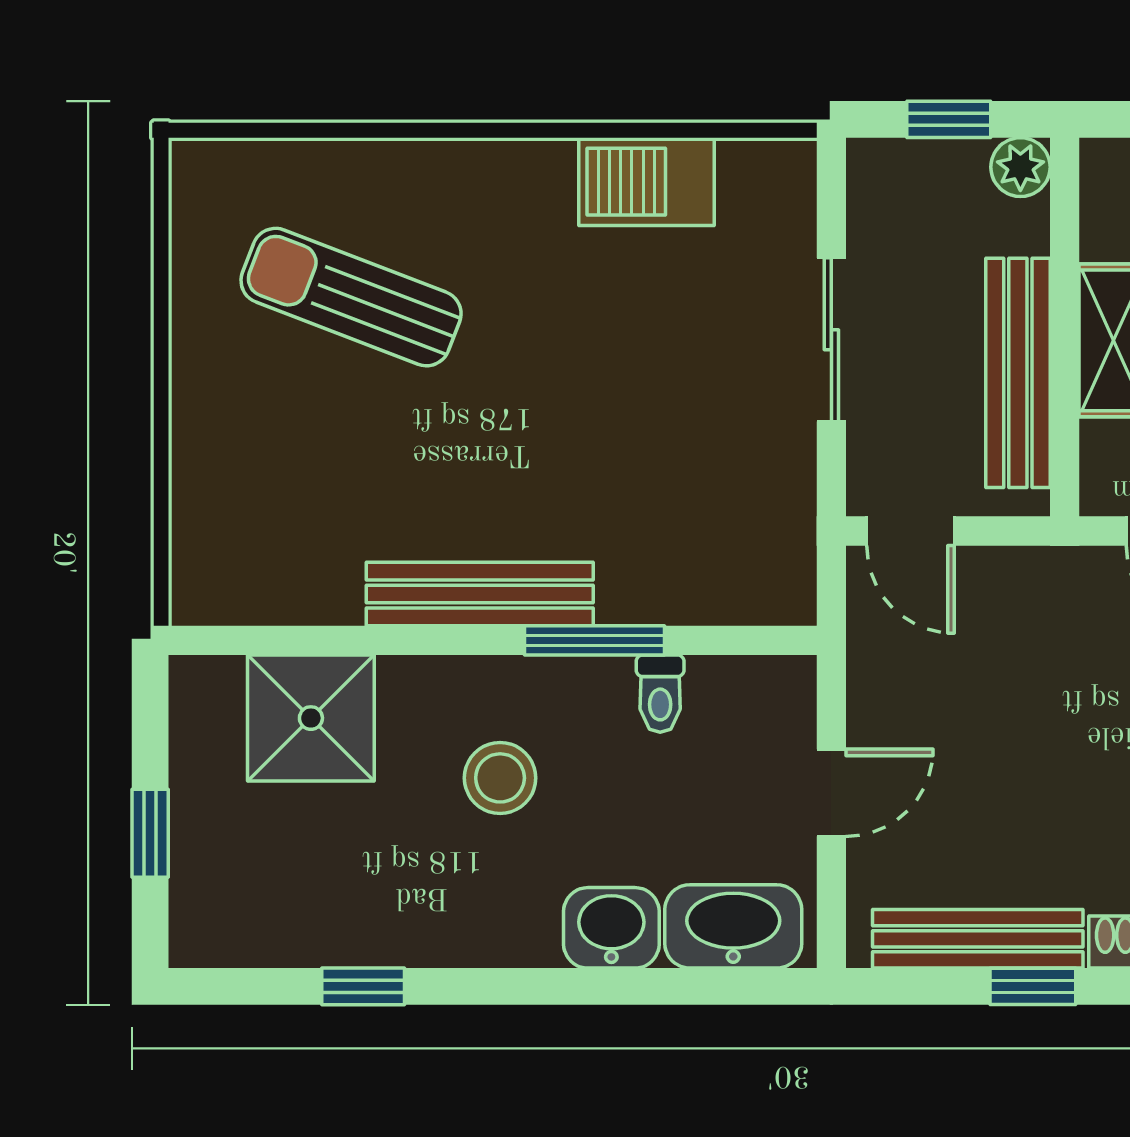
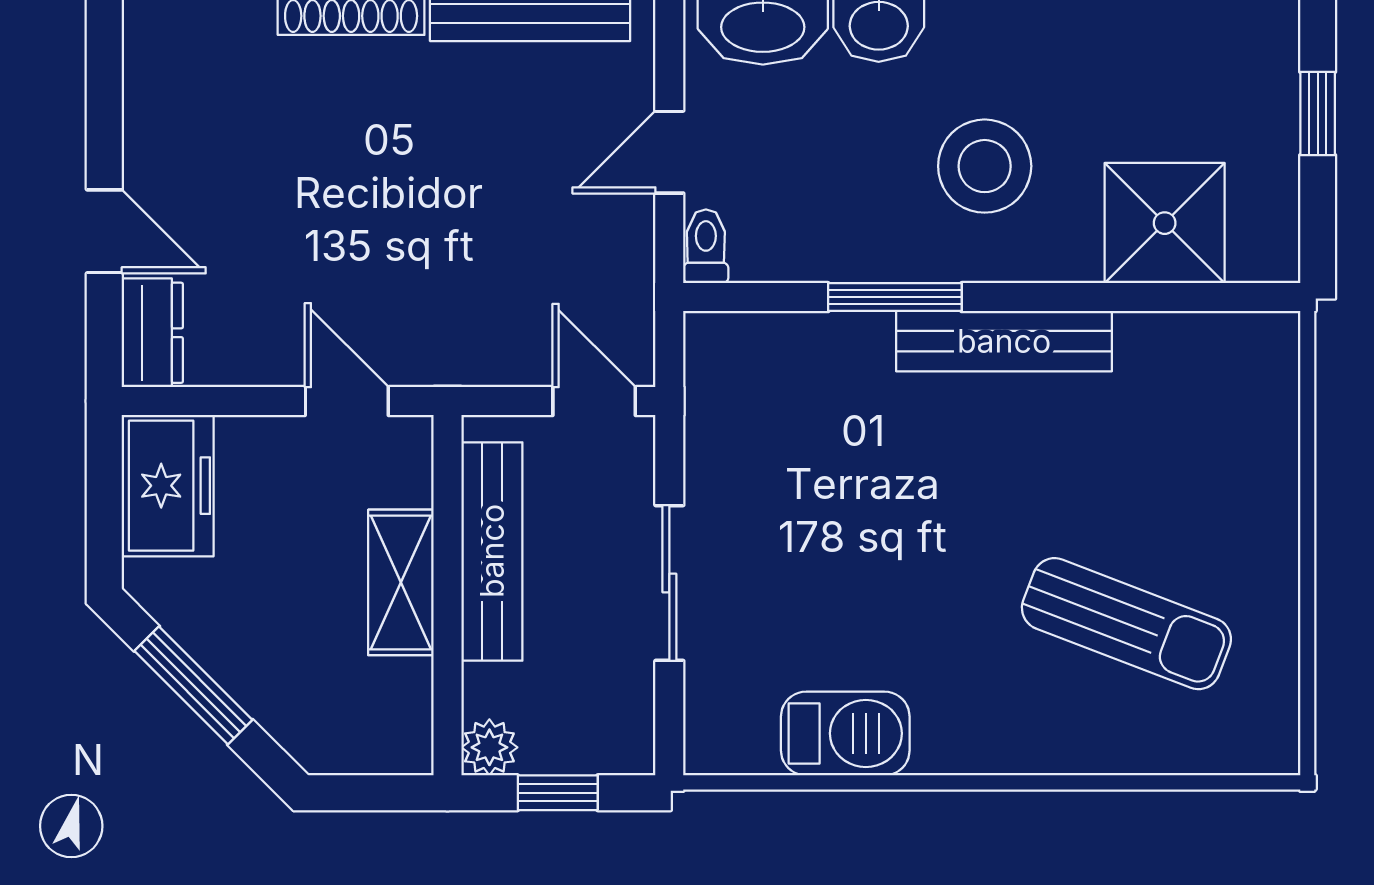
toilet: (660, 694) -> (706, 246), moved
stool: (500, 778) -> (985, 166), width x1.38, depth x1.38

